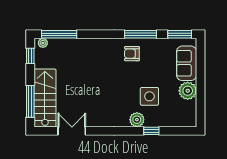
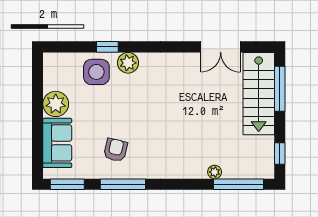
plant: (43, 43) -> (215, 172), moved
armchair: (132, 54) -> (116, 150), moved, turned -77
side table: (149, 96) -> (96, 72), moved

